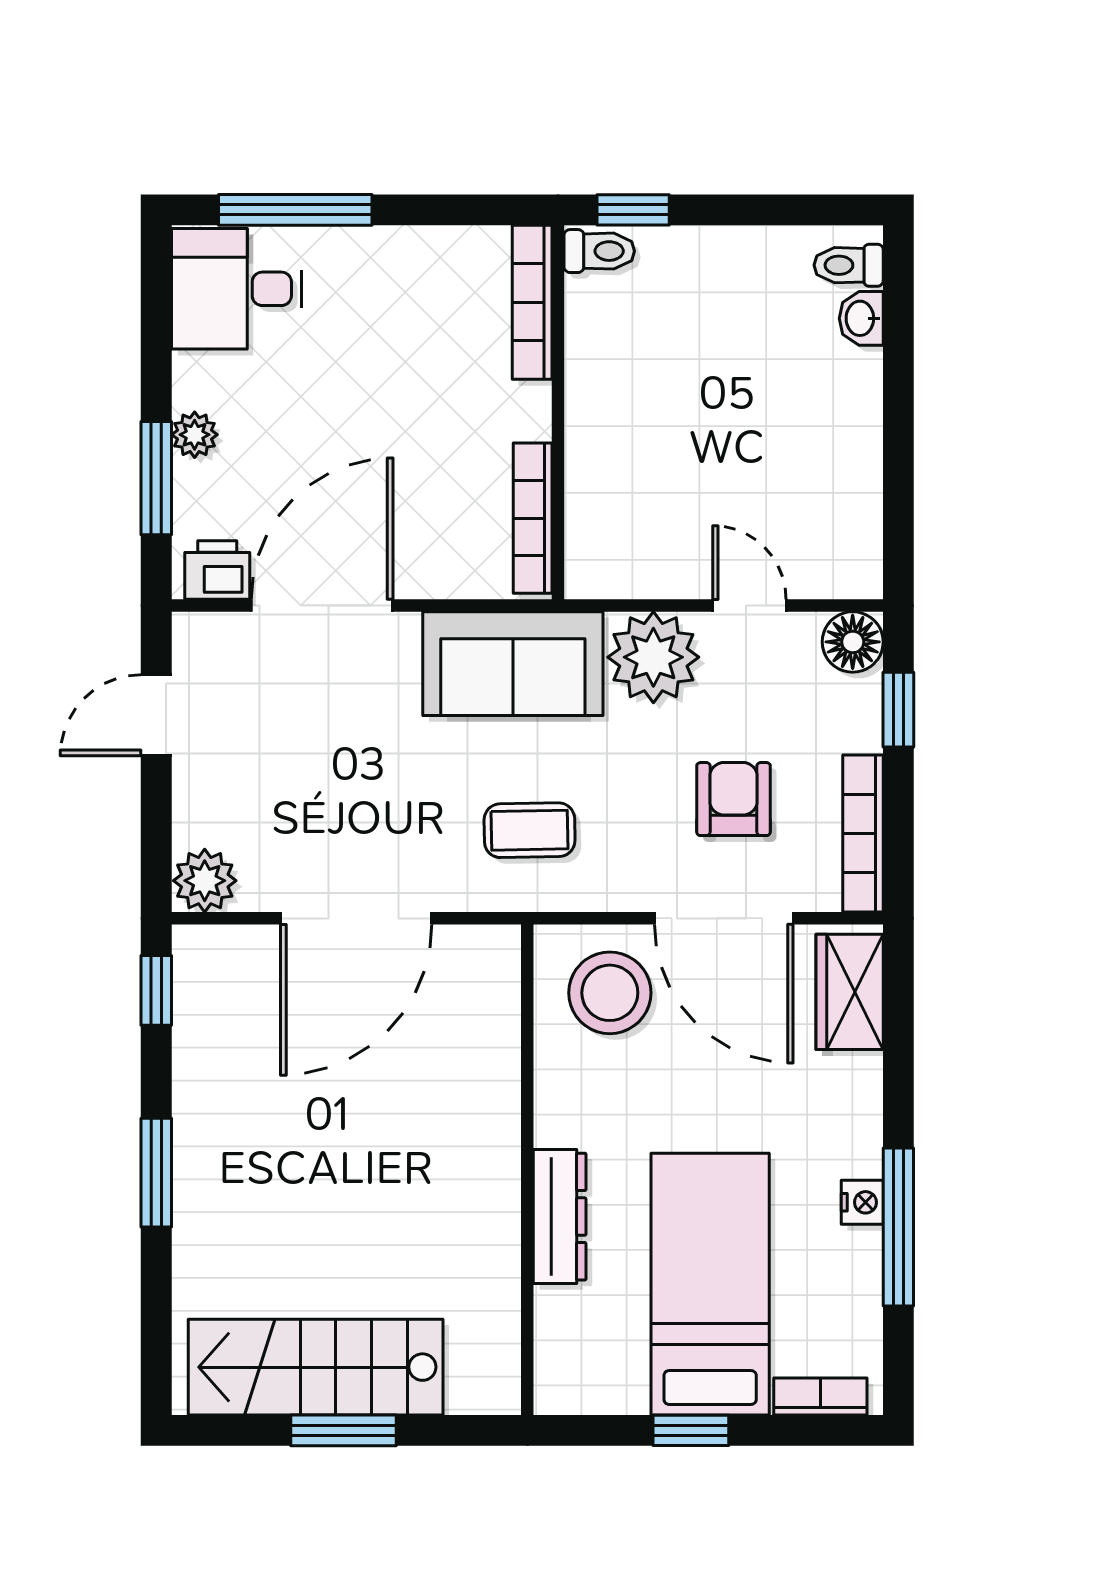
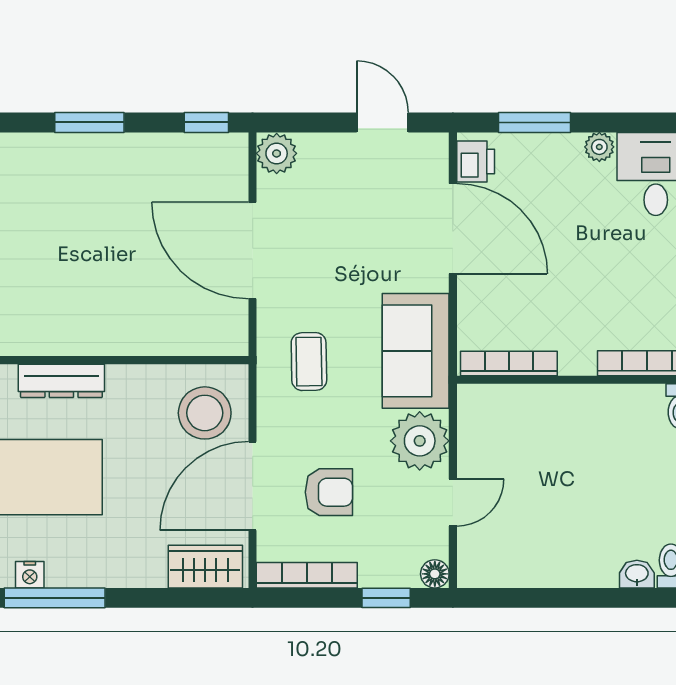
plant: (195, 435) -> (599, 147), moved
floor lamp: (853, 642) -> (435, 574), width x0.73, depth x0.73
nightstand: (862, 1202) -> (30, 575), moved

